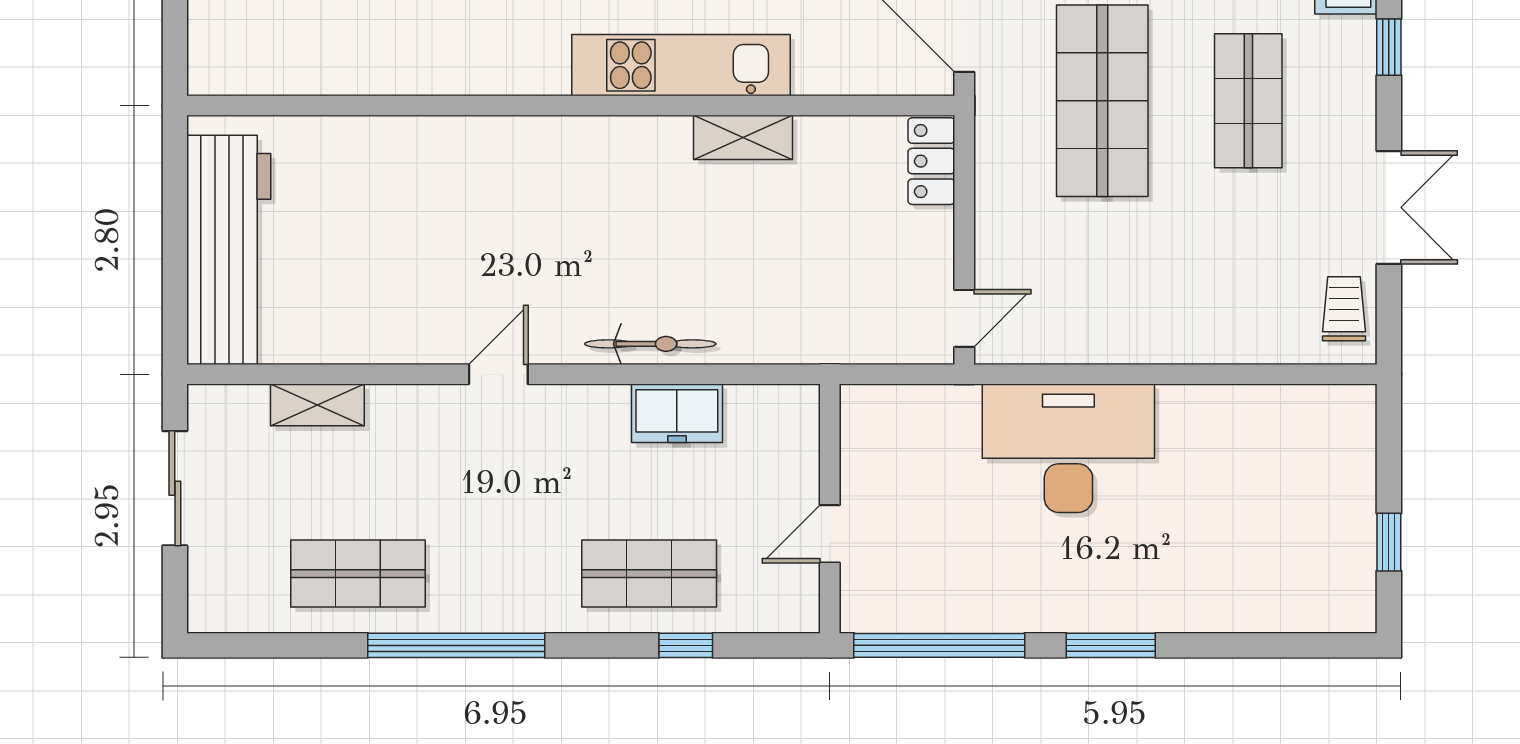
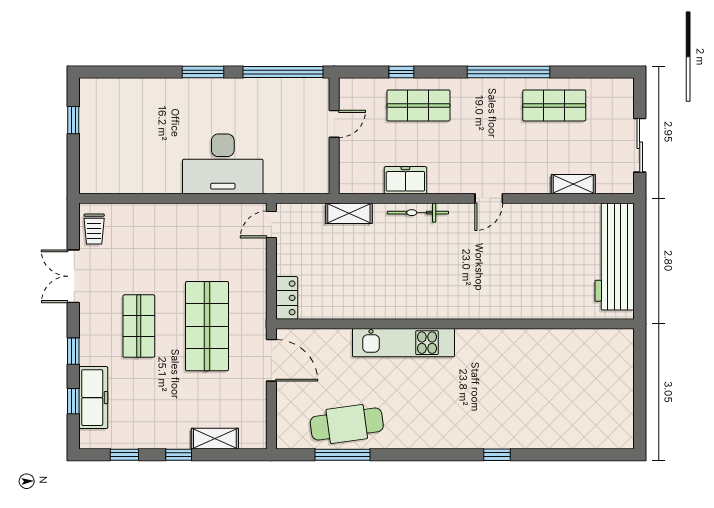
shelving: (743, 137) -> (349, 213), moved

